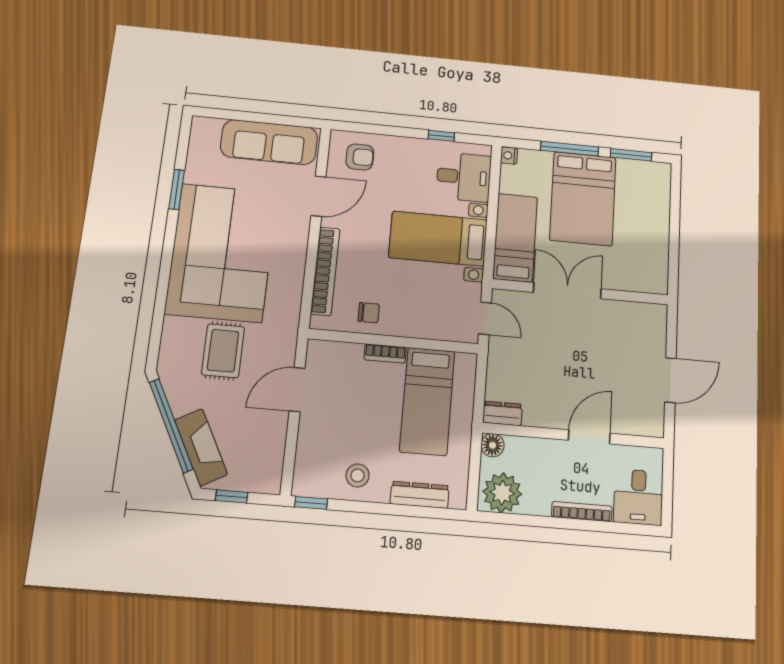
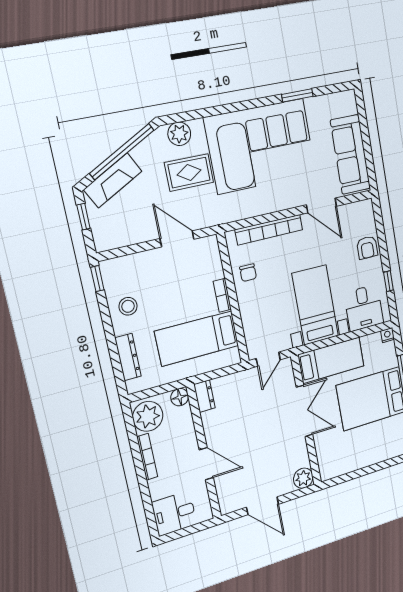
armchair: (360, 157) -> (367, 248), moved
plant: (654, 317) -> (303, 478), added
plant: (174, 349) -> (179, 134), added
bookcase: (582, 512) -> (147, 457), moved

